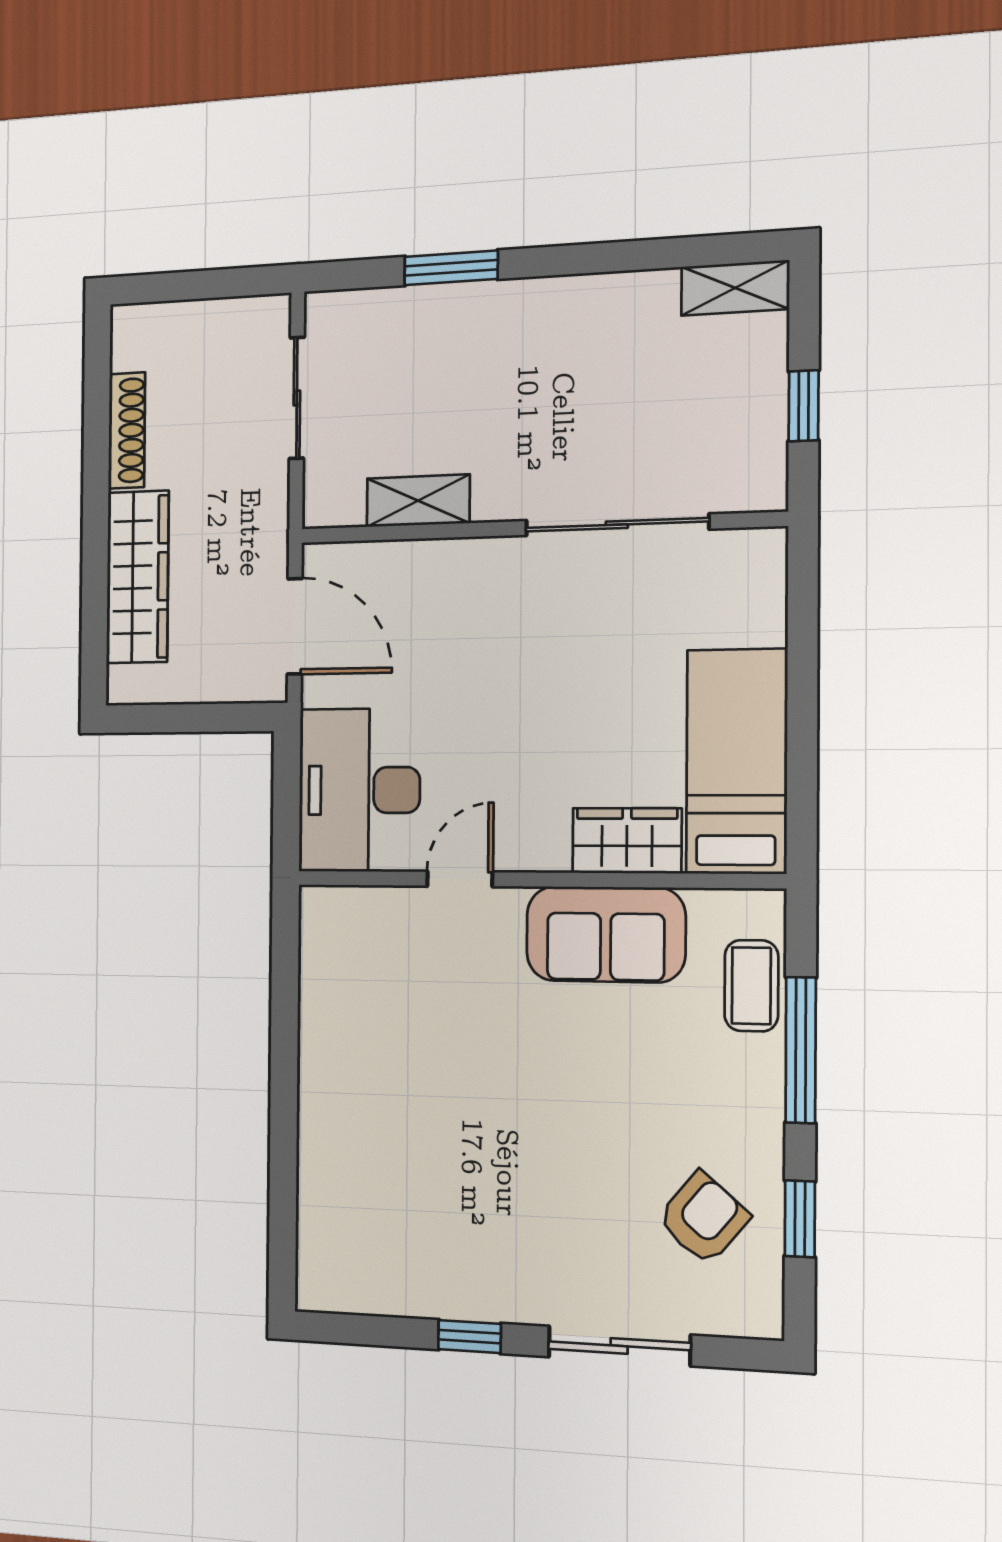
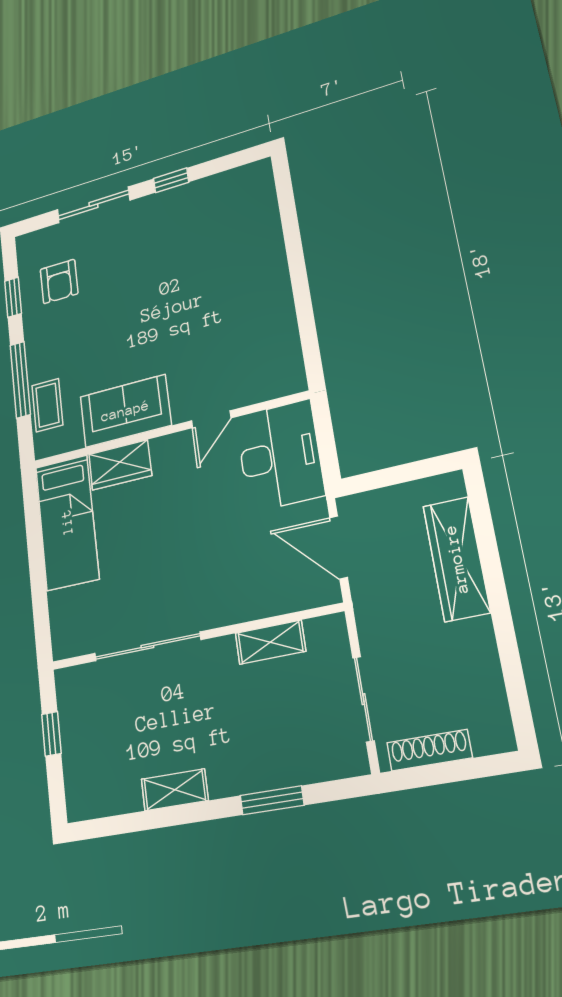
shelving: (735, 288) -> (175, 790), moved
shoe rack: (127, 431) -> (429, 750), moved, turned 90
armchair: (703, 1218) -> (59, 281), turned -40

